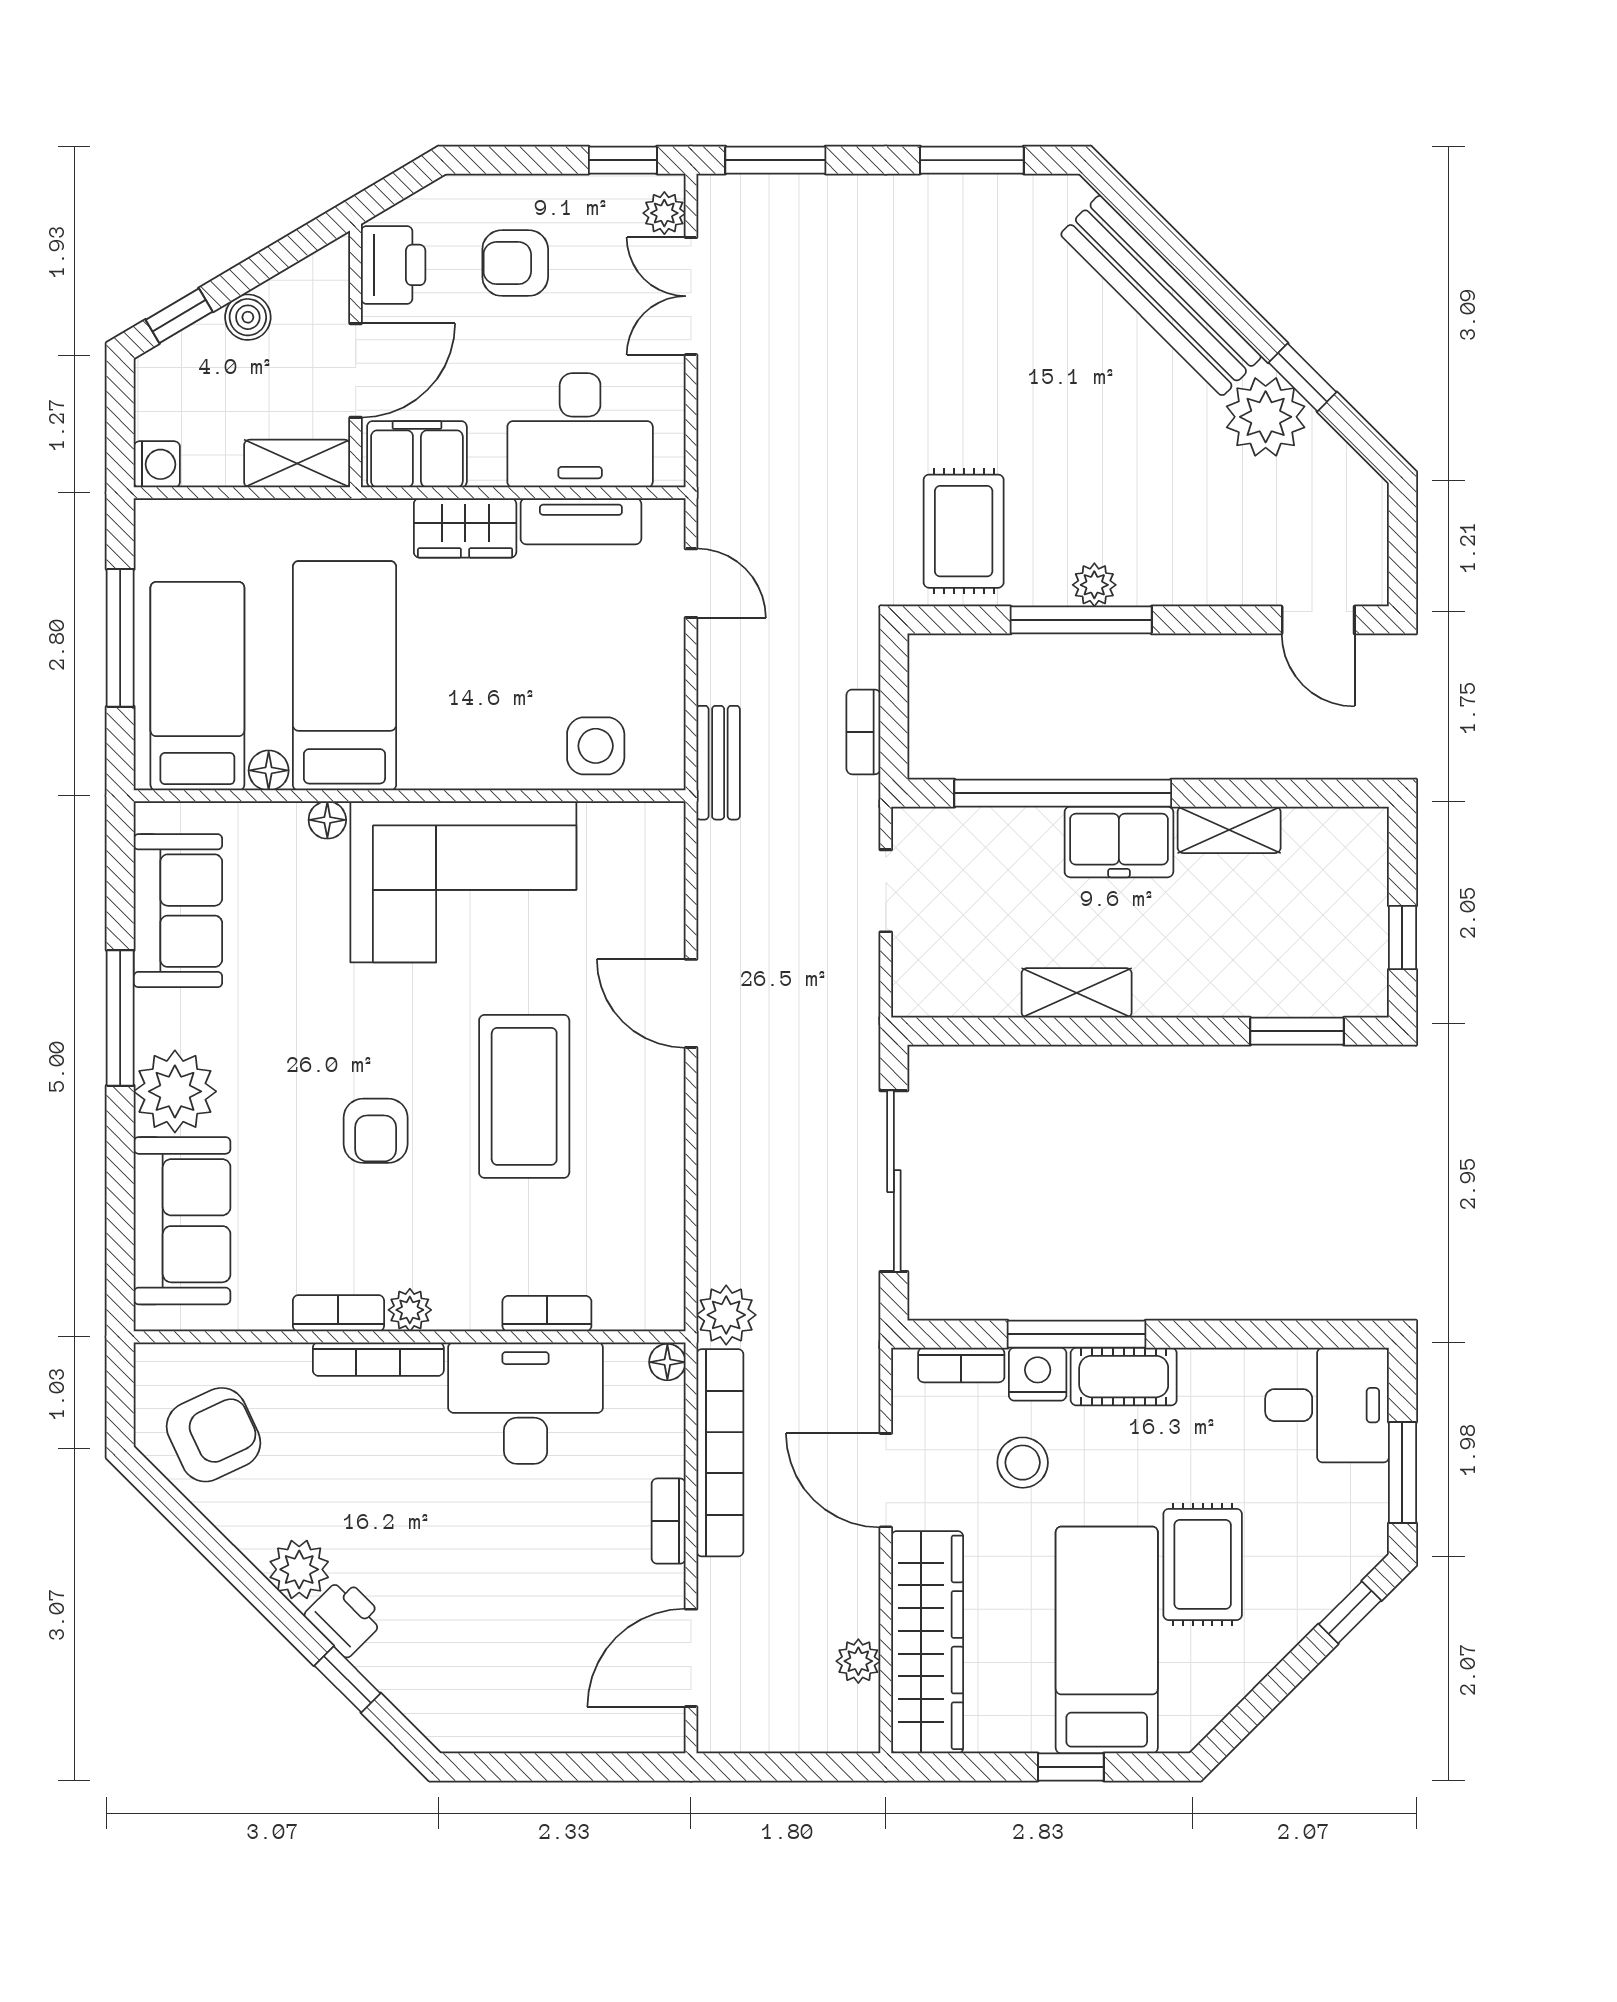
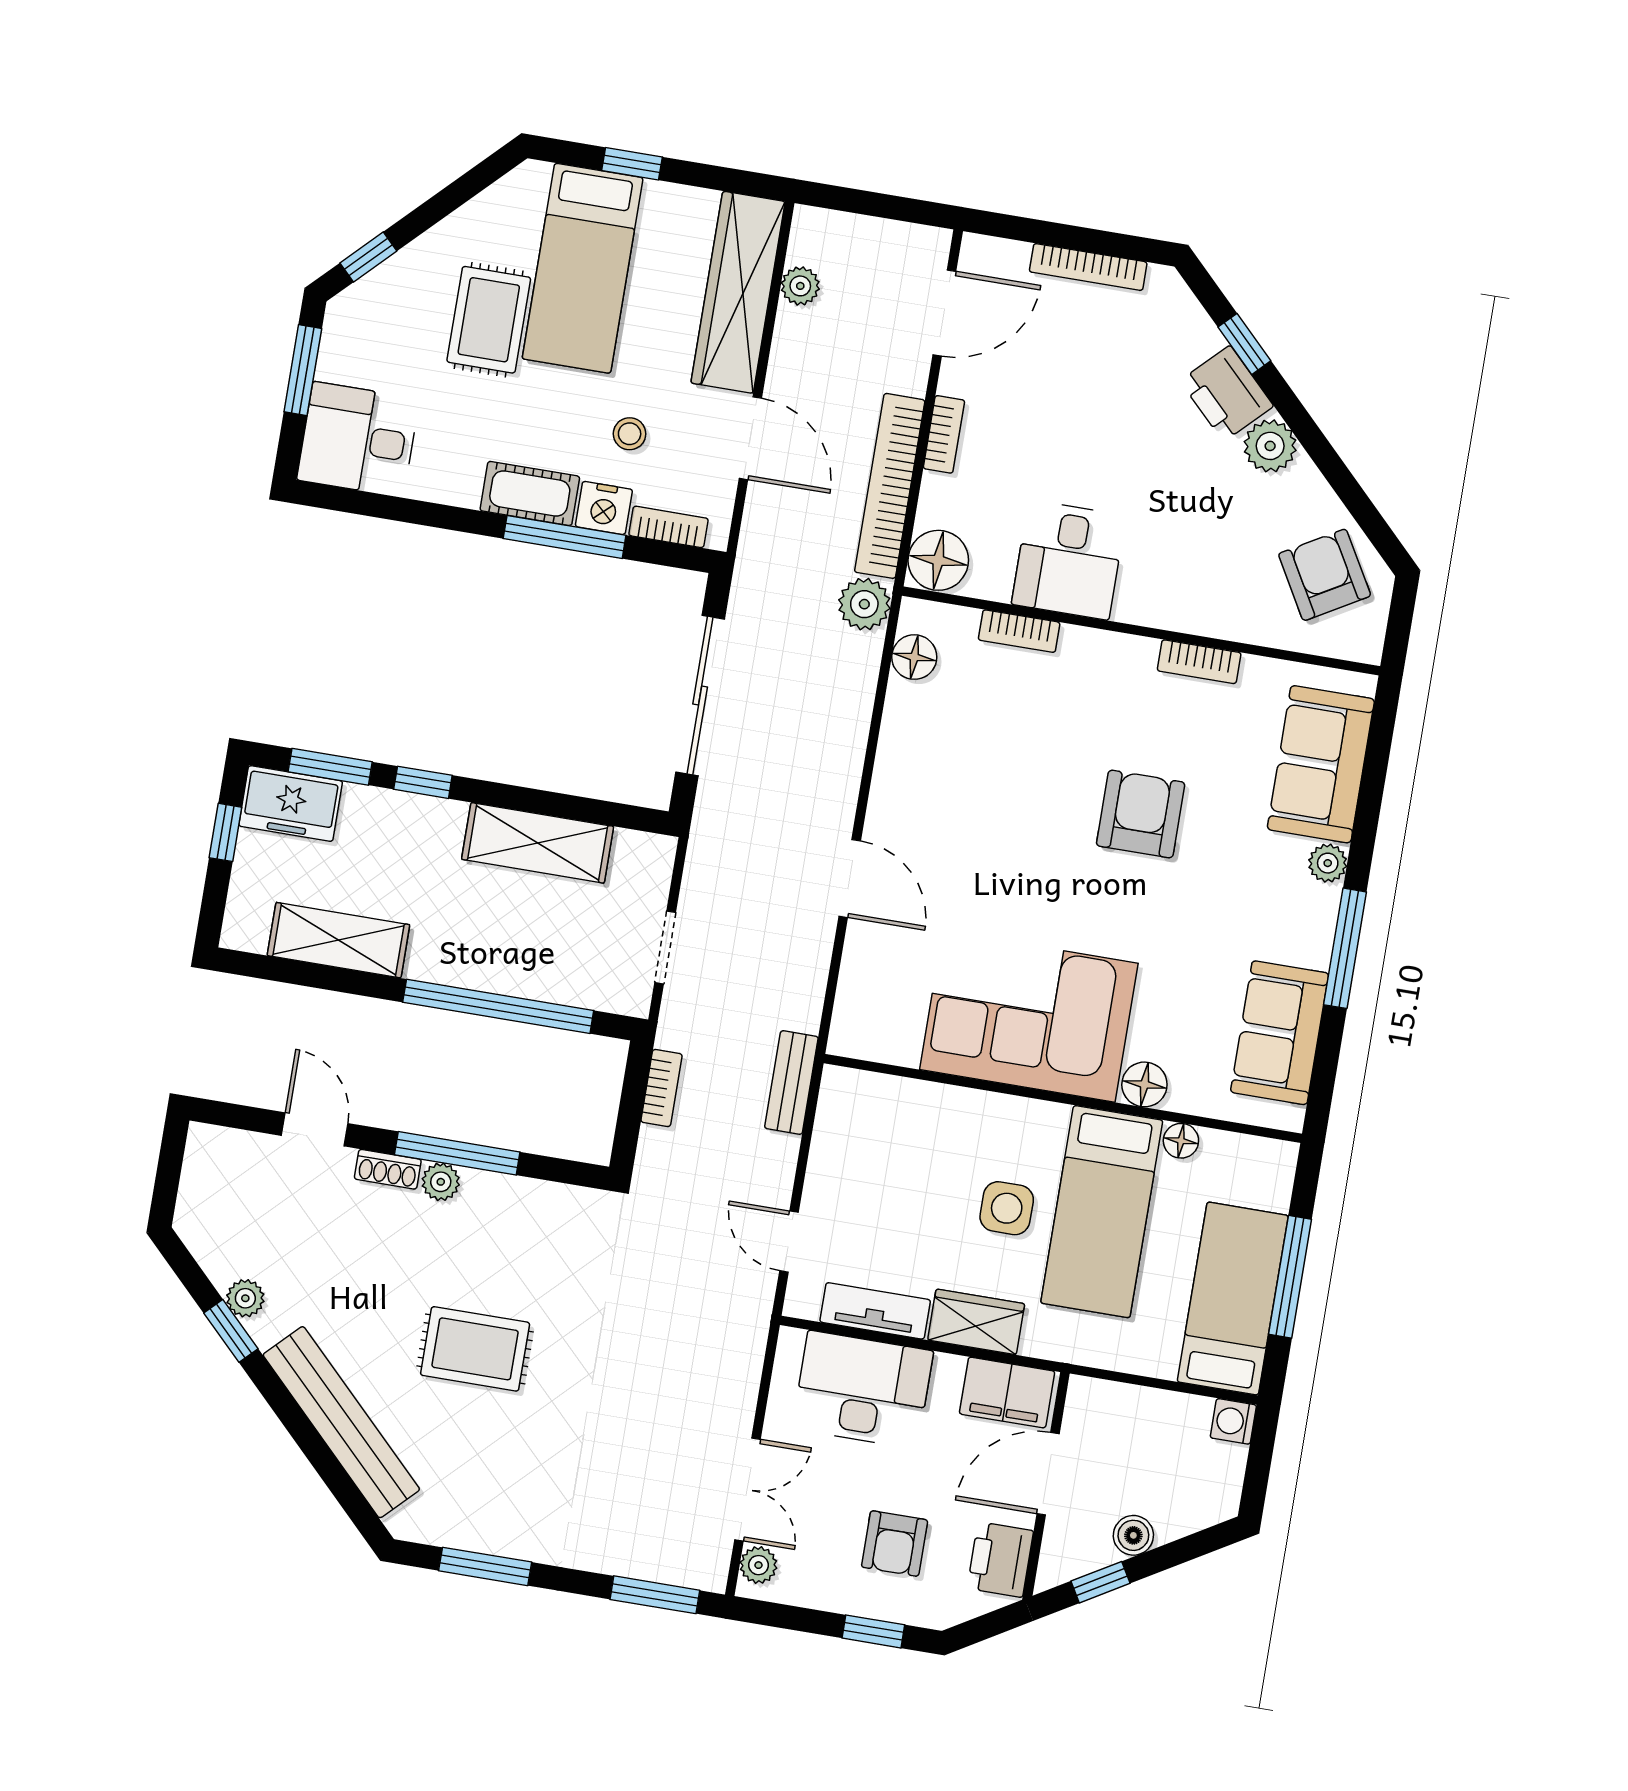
window: (623, 160) -> (873, 1631), moved
armchair: (515, 263) -> (895, 1544), turned 90
window: (179, 316) -> (1101, 1582), moved
plant: (1266, 417) -> (245, 1298), width x0.53, depth x0.53
shelving: (297, 464) -> (1112, 1402), removed
rug: (964, 531) -> (475, 1349), moved, turned 90
shoe rack: (1156, 589) -> (388, 1169), added
door: (1318, 620) -> (315, 1129), moved
bed: (197, 686) -> (1233, 1299), moved, turned 180
side table: (596, 746) -> (1007, 1208), moved
floor lamp: (327, 820) -> (1144, 1084), width x1.37, depth x1.37
shelving: (1229, 830) -> (338, 940), width x1.50, depth x1.33
freezer: (1119, 842) -> (291, 804), moved, turned 180
shelving: (1077, 993) -> (538, 843), width x1.50, depth x1.33
window: (1190, 1031) -> (423, 782), added
plant: (175, 1091) -> (1328, 863), width x0.53, depth x0.53
coffee table: (524, 1096) -> (1007, 822), removed
armchair: (376, 1131) -> (1141, 814), width x1.38, depth x1.38
floor lamp: (660, 1265) -> (914, 657), added
plant: (410, 1310) -> (1137, 654), removed
bookcase: (378, 1359) -> (1088, 267), moved, turned 180
floor lamp: (667, 1362) -> (938, 560), width x1.89, depth x1.89
desk: (526, 1403) -> (1069, 560), width x0.73
armchair: (214, 1435) -> (1325, 575), turned 85
stool: (1023, 1463) -> (630, 434), width x0.73, depth x0.73
printer: (345, 1617) -> (1227, 393), width x1.36, depth x1.24

